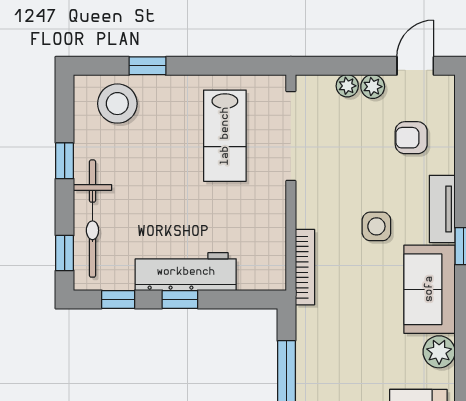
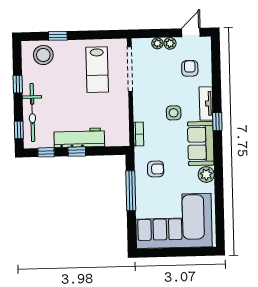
armchair: (411, 138) -> (190, 68), turned 90
bookcase: (305, 267) -> (139, 134), width x0.64
armchair: (338, 338) -> (156, 169), added

